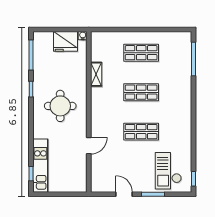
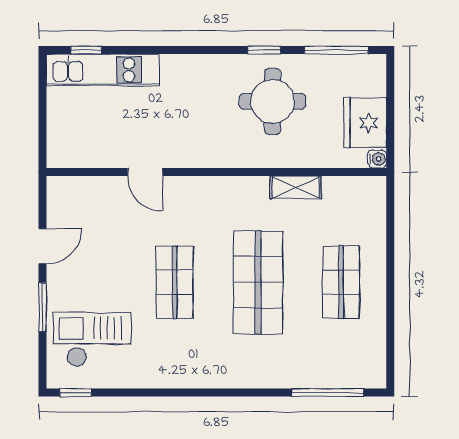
shop shelf: (141, 92) -> (258, 282), width x1.43, depth x1.36
round table: (60, 106) -> (272, 101), moved

